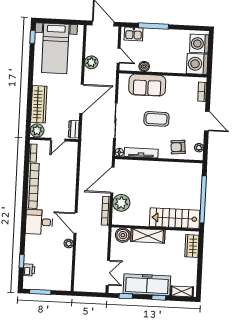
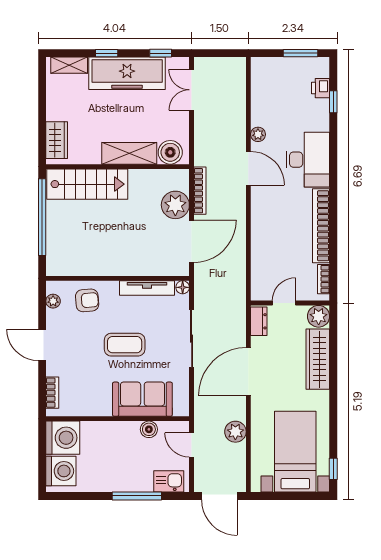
desk: (39, 222) -> (308, 160), width x1.37

